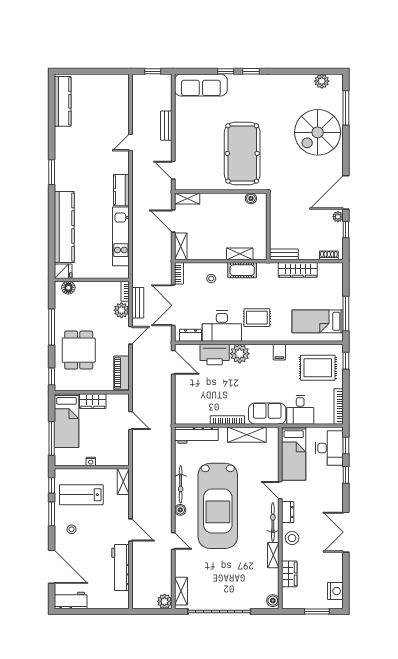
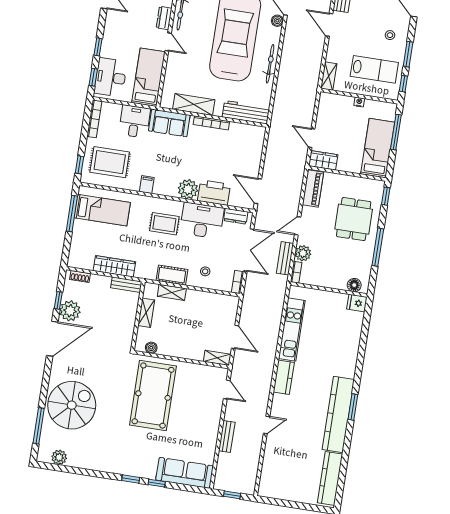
plant: (338, 217) -> (70, 311), width x1.88, depth x1.88
kitchen counter: (64, 227) -> (338, 414), moved
shelving: (181, 246) -> (146, 313), moved
wardrobe: (93, 401) -> (323, 160), moved
boiler: (180, 510) -> (277, 21), moved

